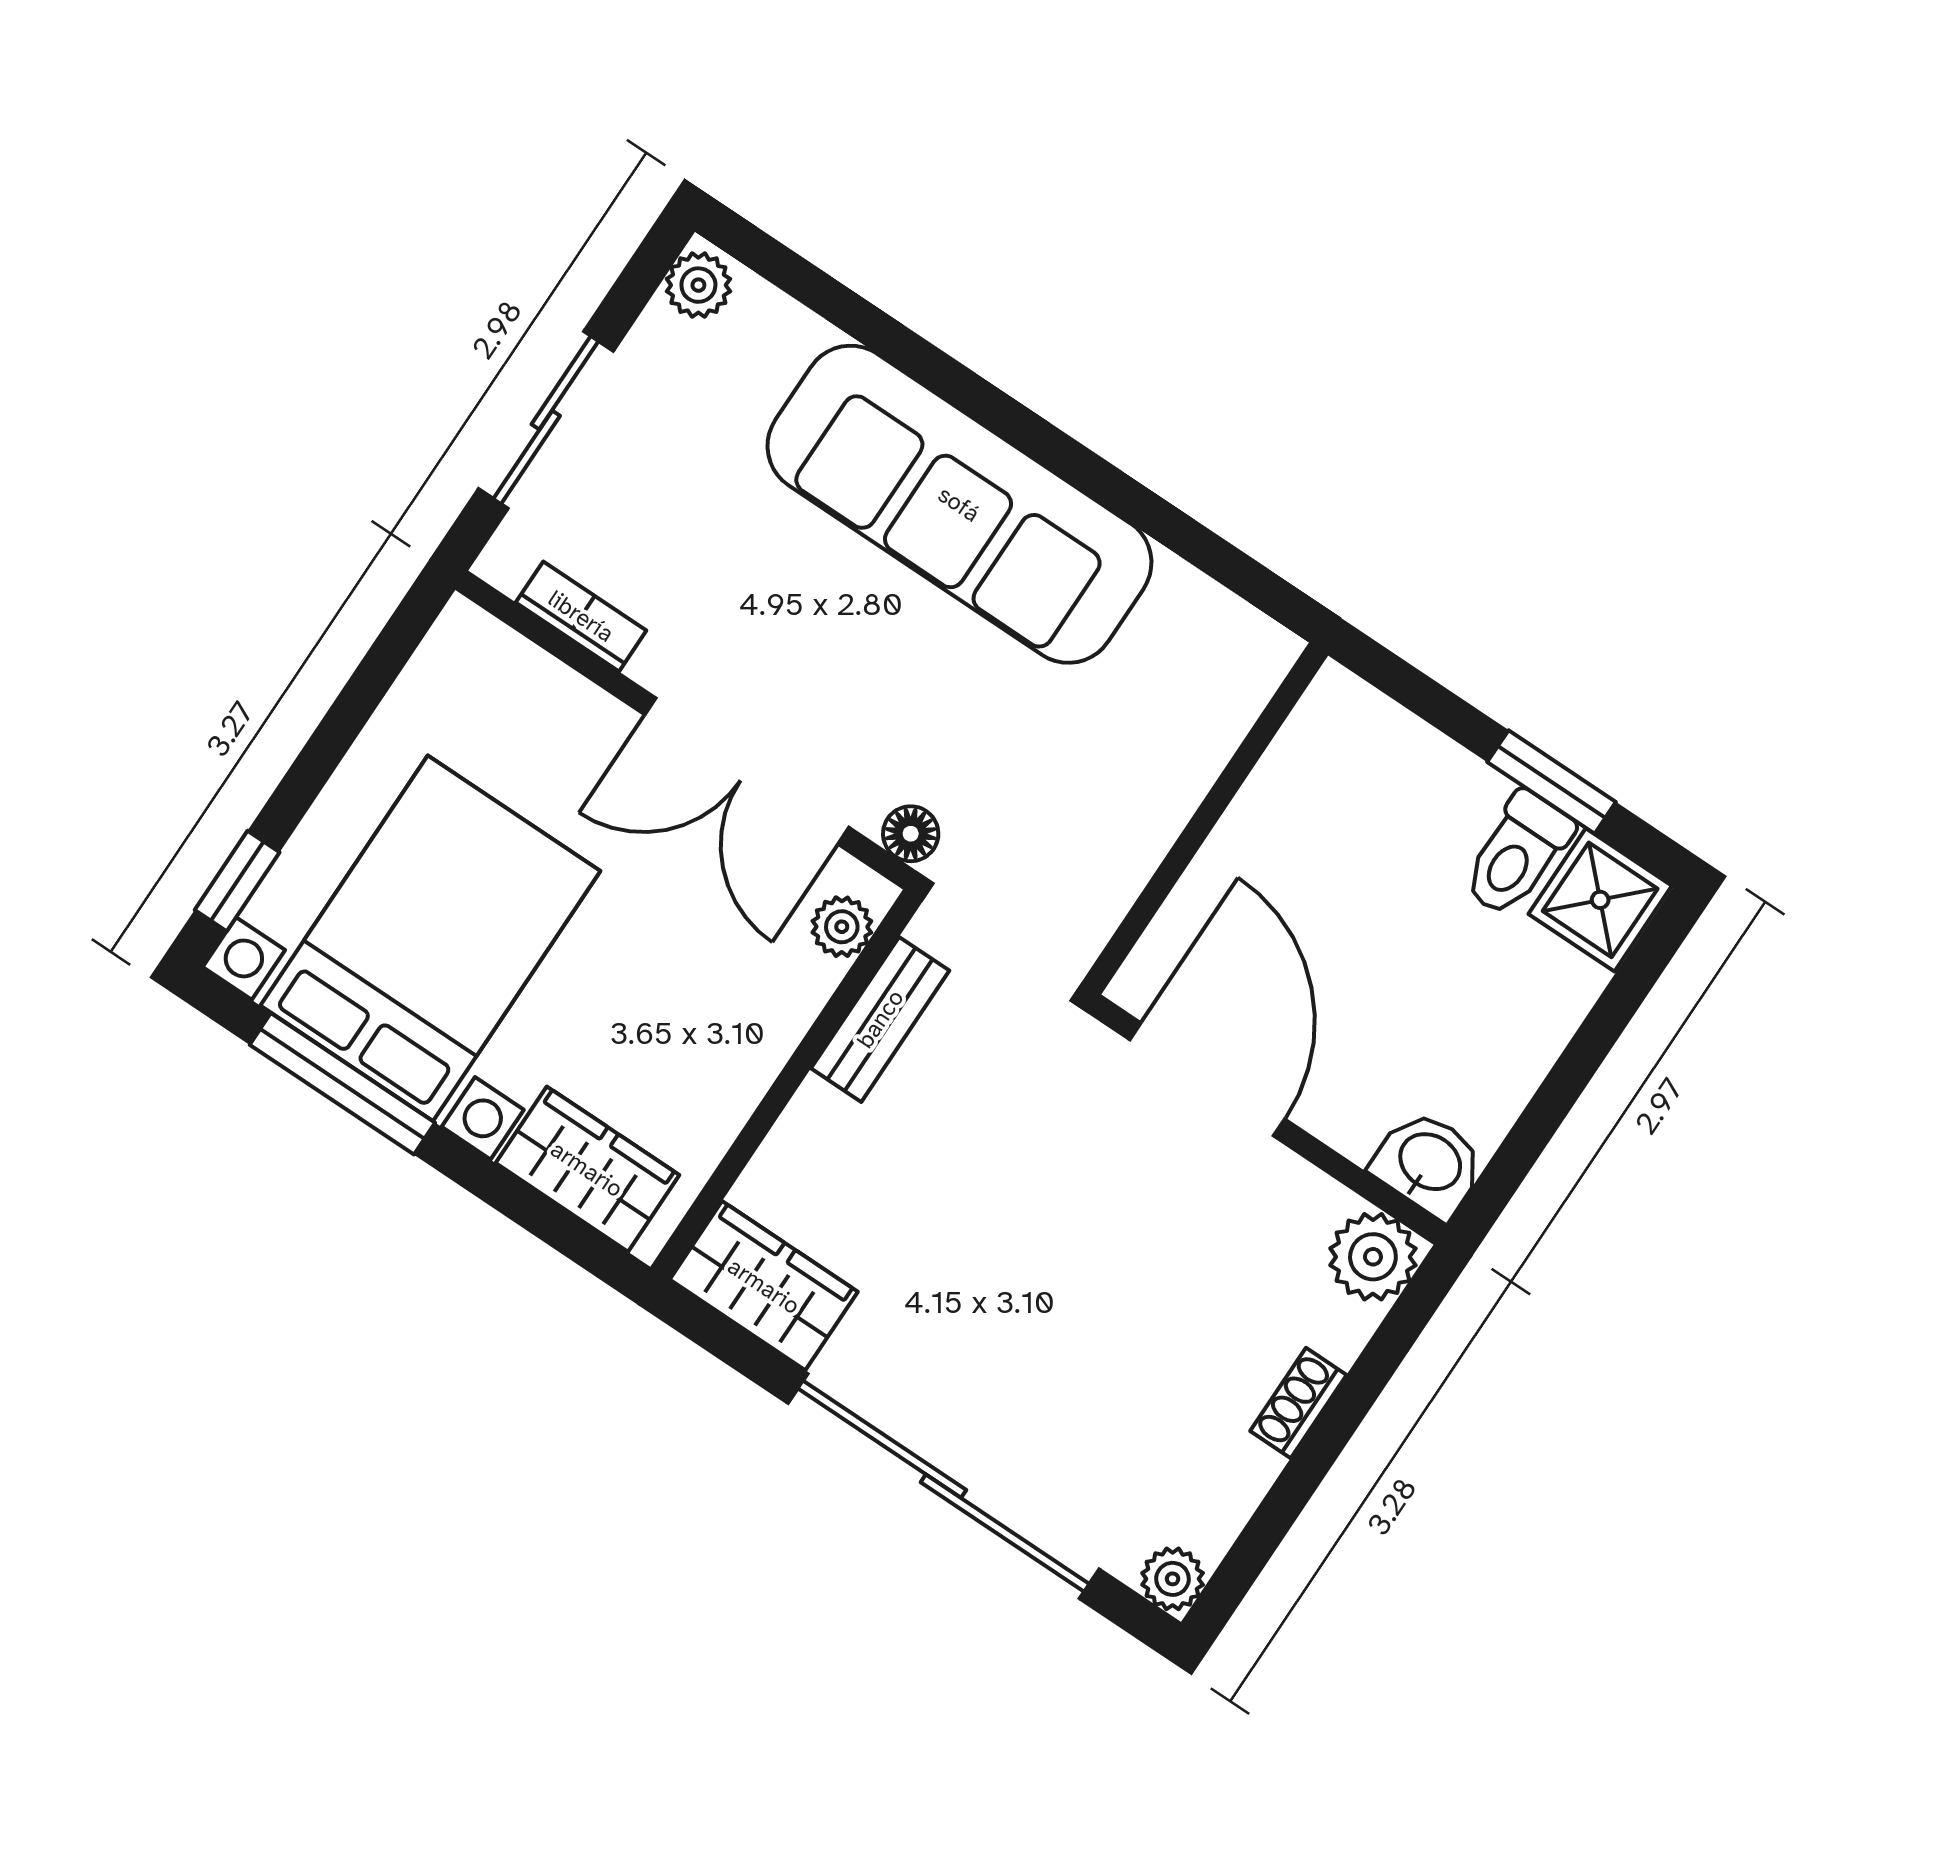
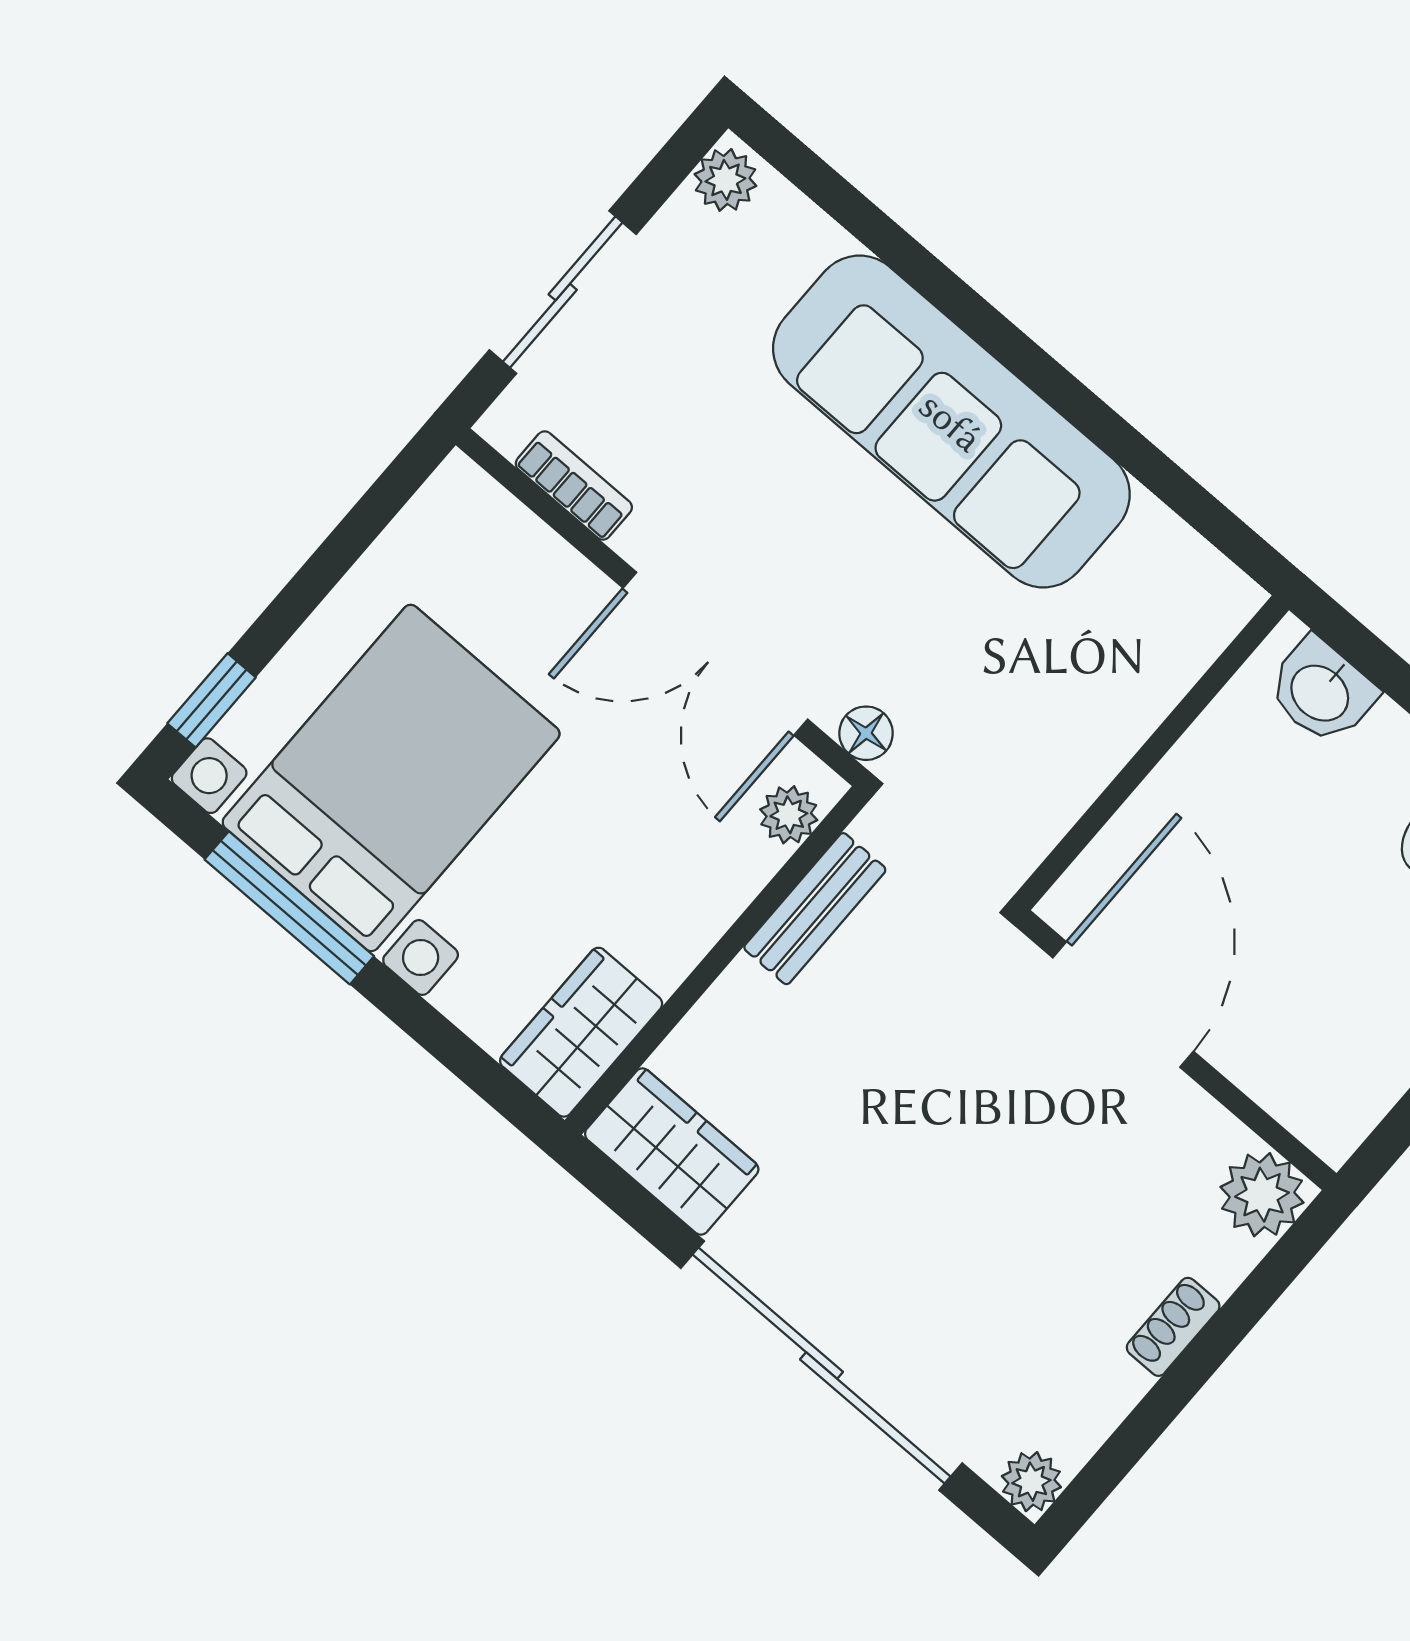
washbasin: (1429, 1164) -> (1321, 691), moved, turned 180
wardrobe: (587, 1169) -> (581, 1032), moved, turned -90

